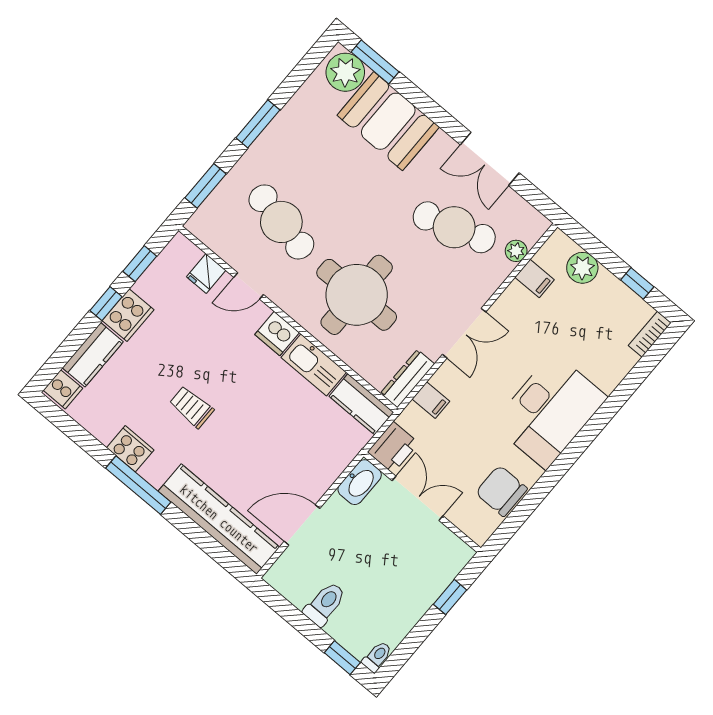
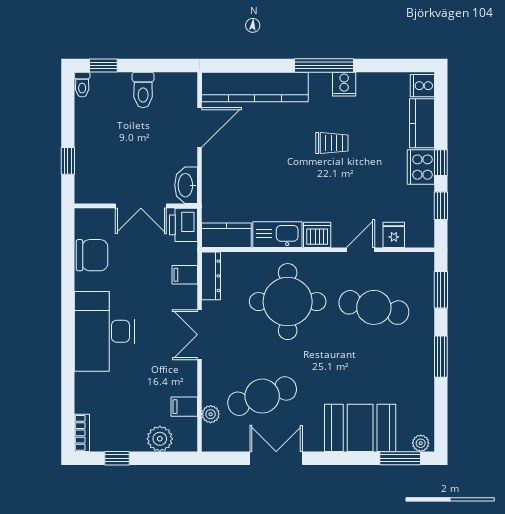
plant: (345, 72) -> (421, 443), width x0.53, depth x0.53
cooker: (130, 449) -> (344, 84), width x0.73

